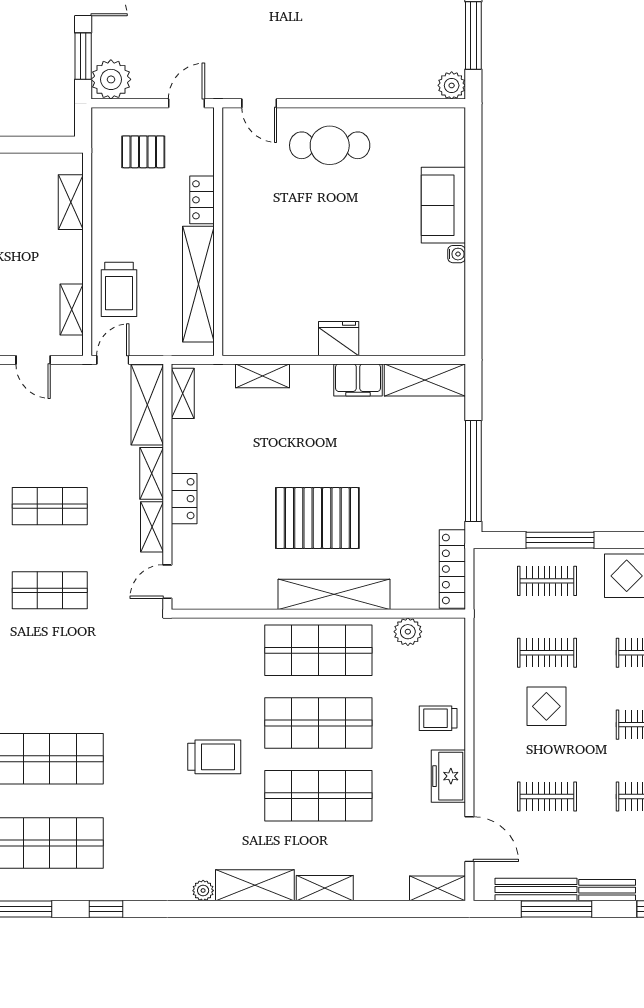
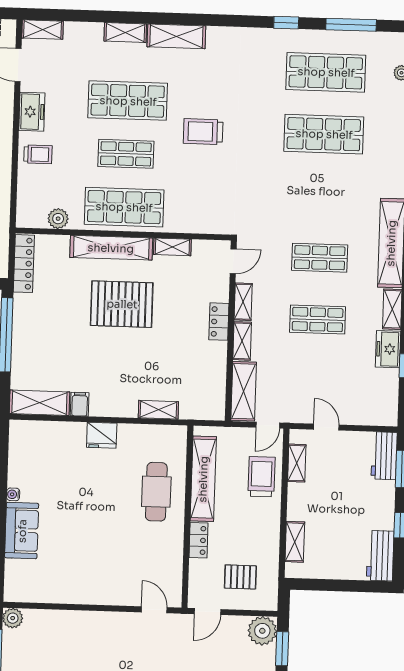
cafe table: (330, 145) -> (156, 492), moved, turned 90
filing cabinet: (358, 380) -> (80, 404), width x0.50
shelving: (183, 393) -> (172, 247), moved, turned 90
shop shelf: (318, 723) -> (126, 154), width x0.70, depth x0.74
plant: (203, 891) -> (215, 34), removed

